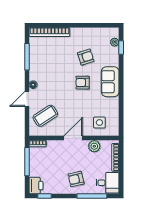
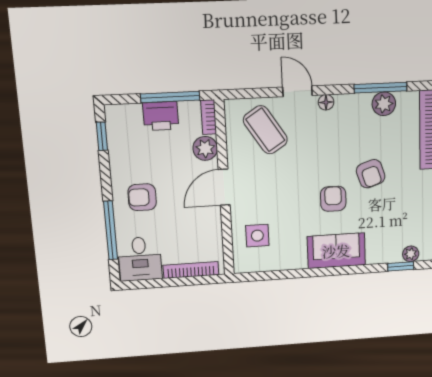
plant: (35, 55) -> (384, 104), added
armchair: (86, 57) -> (371, 174), moved
door: (73, 138) -> (224, 187), swing flipped
plant: (94, 146) -> (205, 148), moved
armchair: (76, 179) -> (142, 197), turned -77
printer: (36, 185) -> (161, 116), moved

